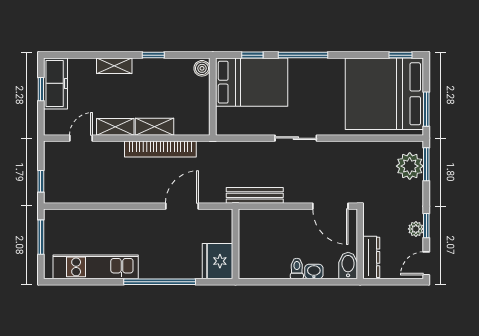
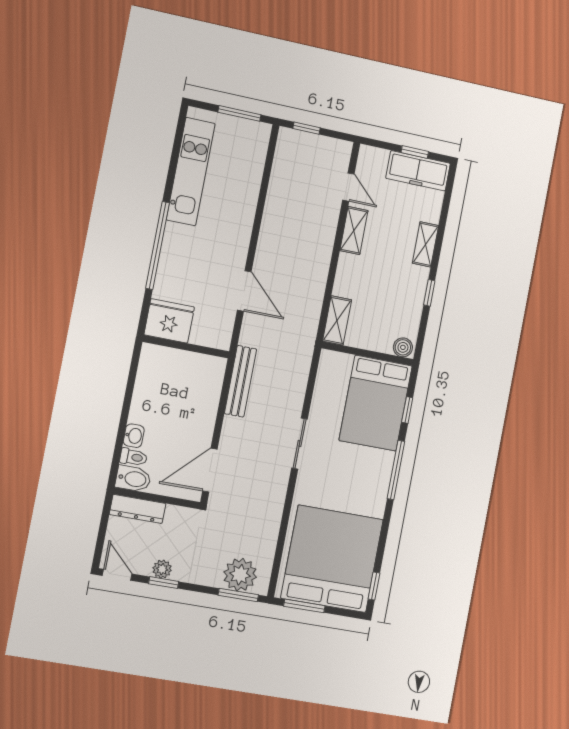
shelving: (155, 127) -> (337, 321), moved
bookcase: (160, 149) -> (317, 279), removed
toilet: (297, 268) -> (134, 457), moved

